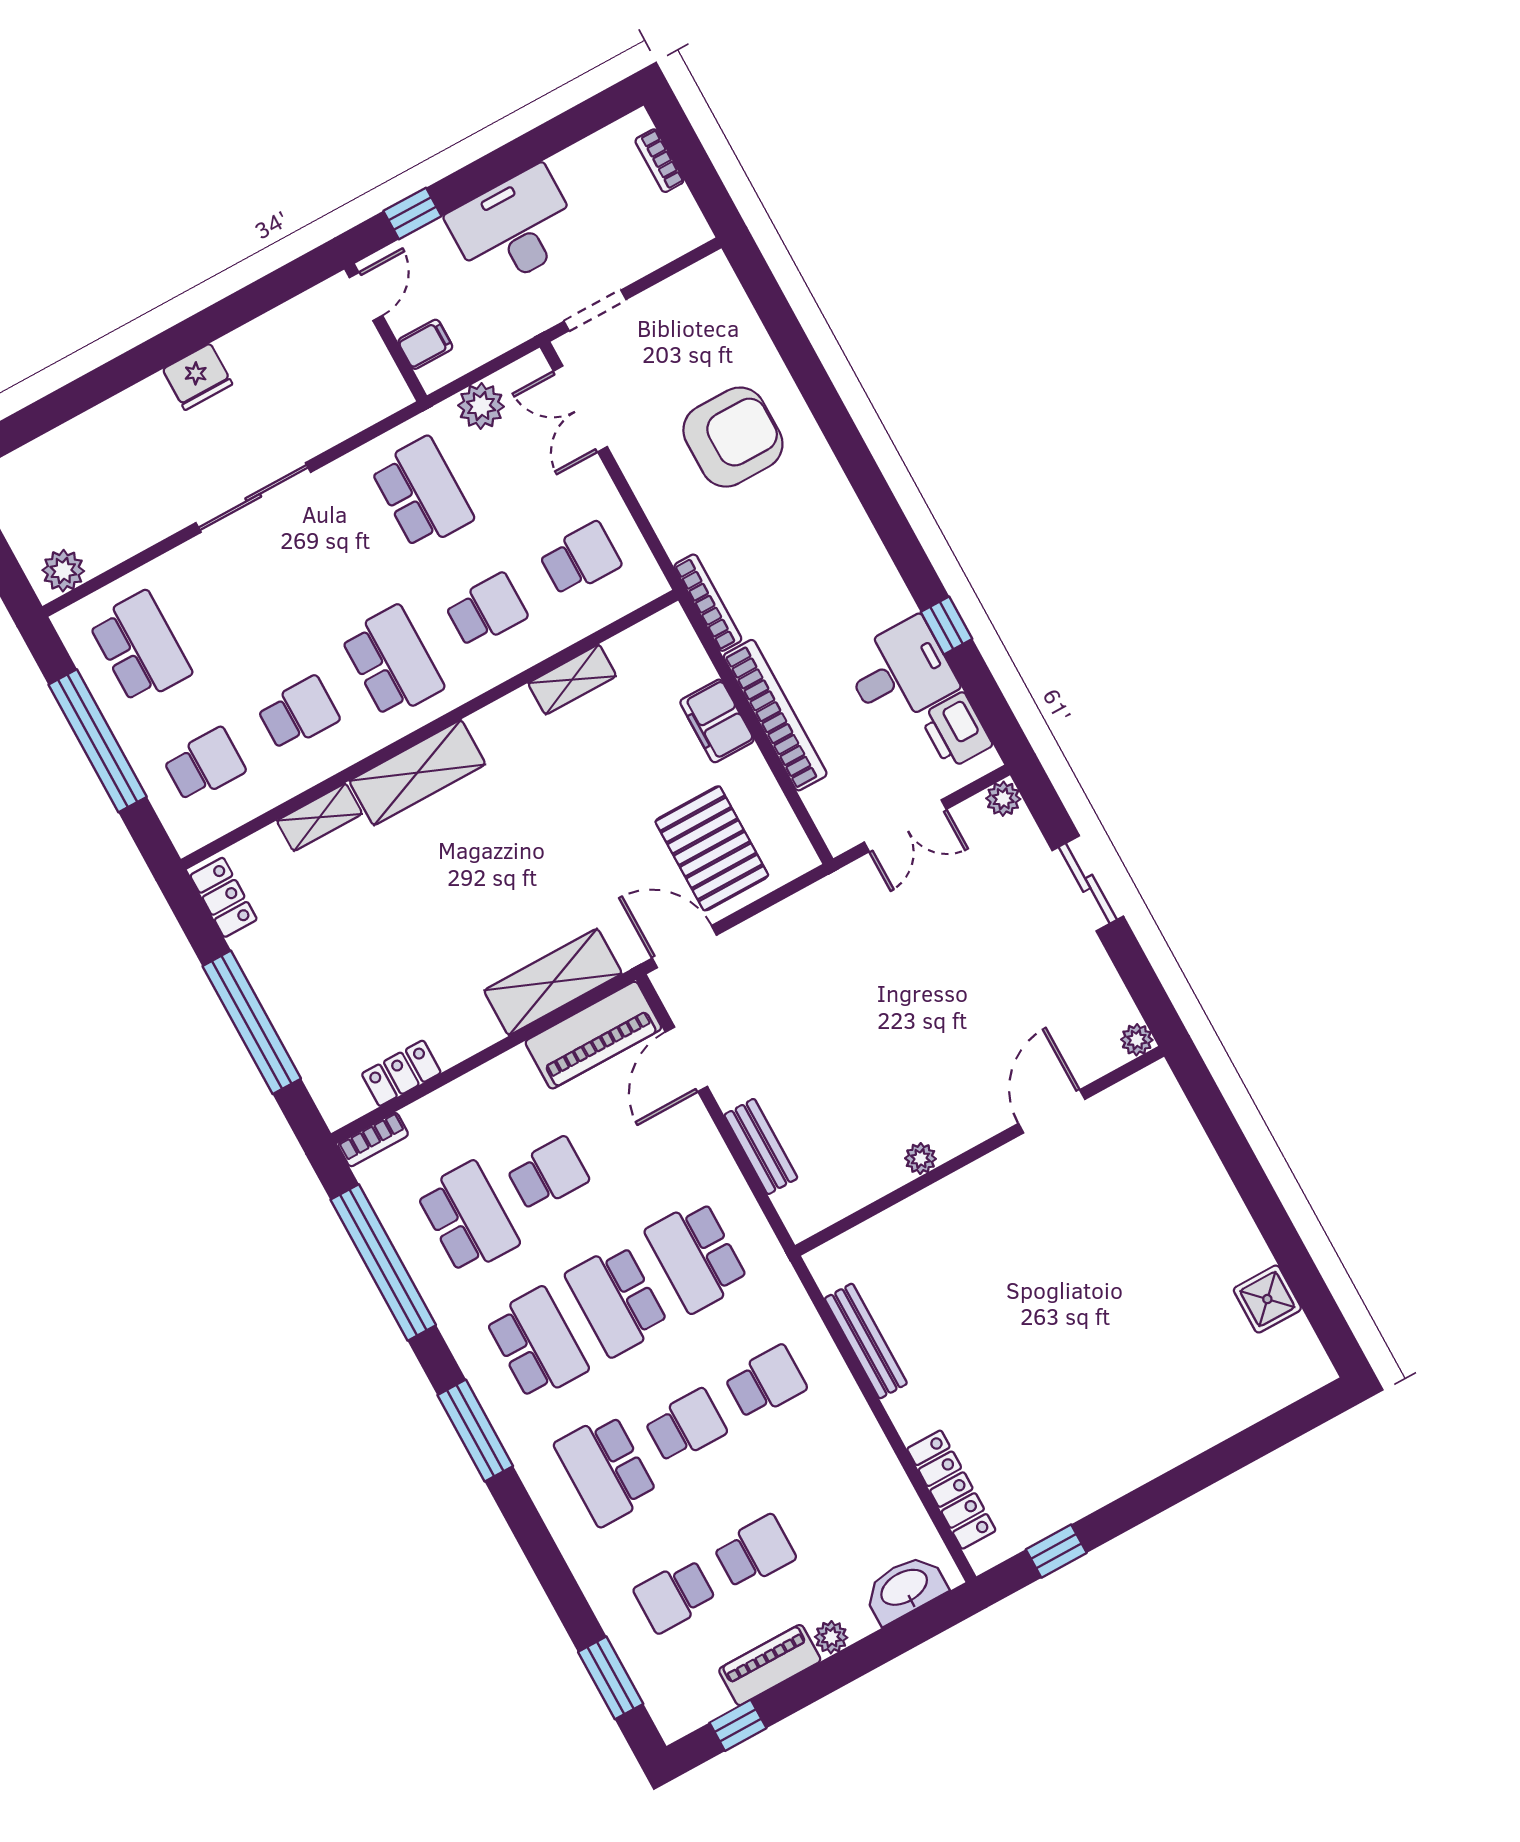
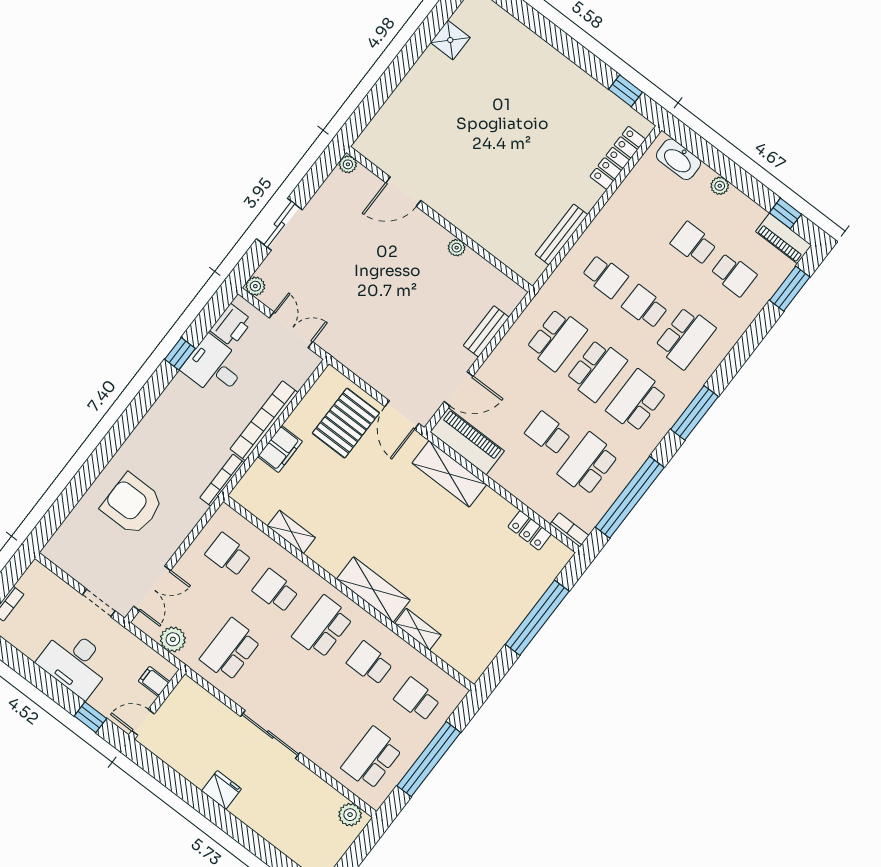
locker: (224, 897) -> (480, 660), removed
school desk: (766, 1382) -> (605, 276), turned 180
piano: (770, 1665) -> (784, 238), moved

